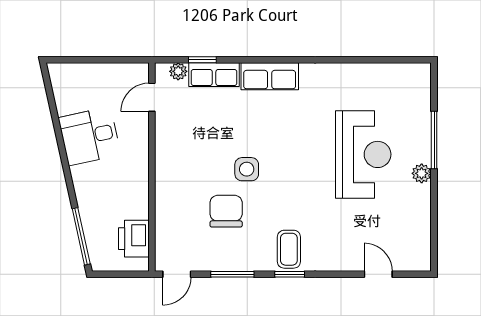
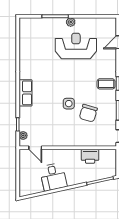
row of seats: (214, 75) -> (25, 119), removed
reception desk: (363, 154) -> (76, 46), moved
chair: (226, 211) -> (88, 113), turned -74
printer: (134, 239) -> (90, 156), moved

